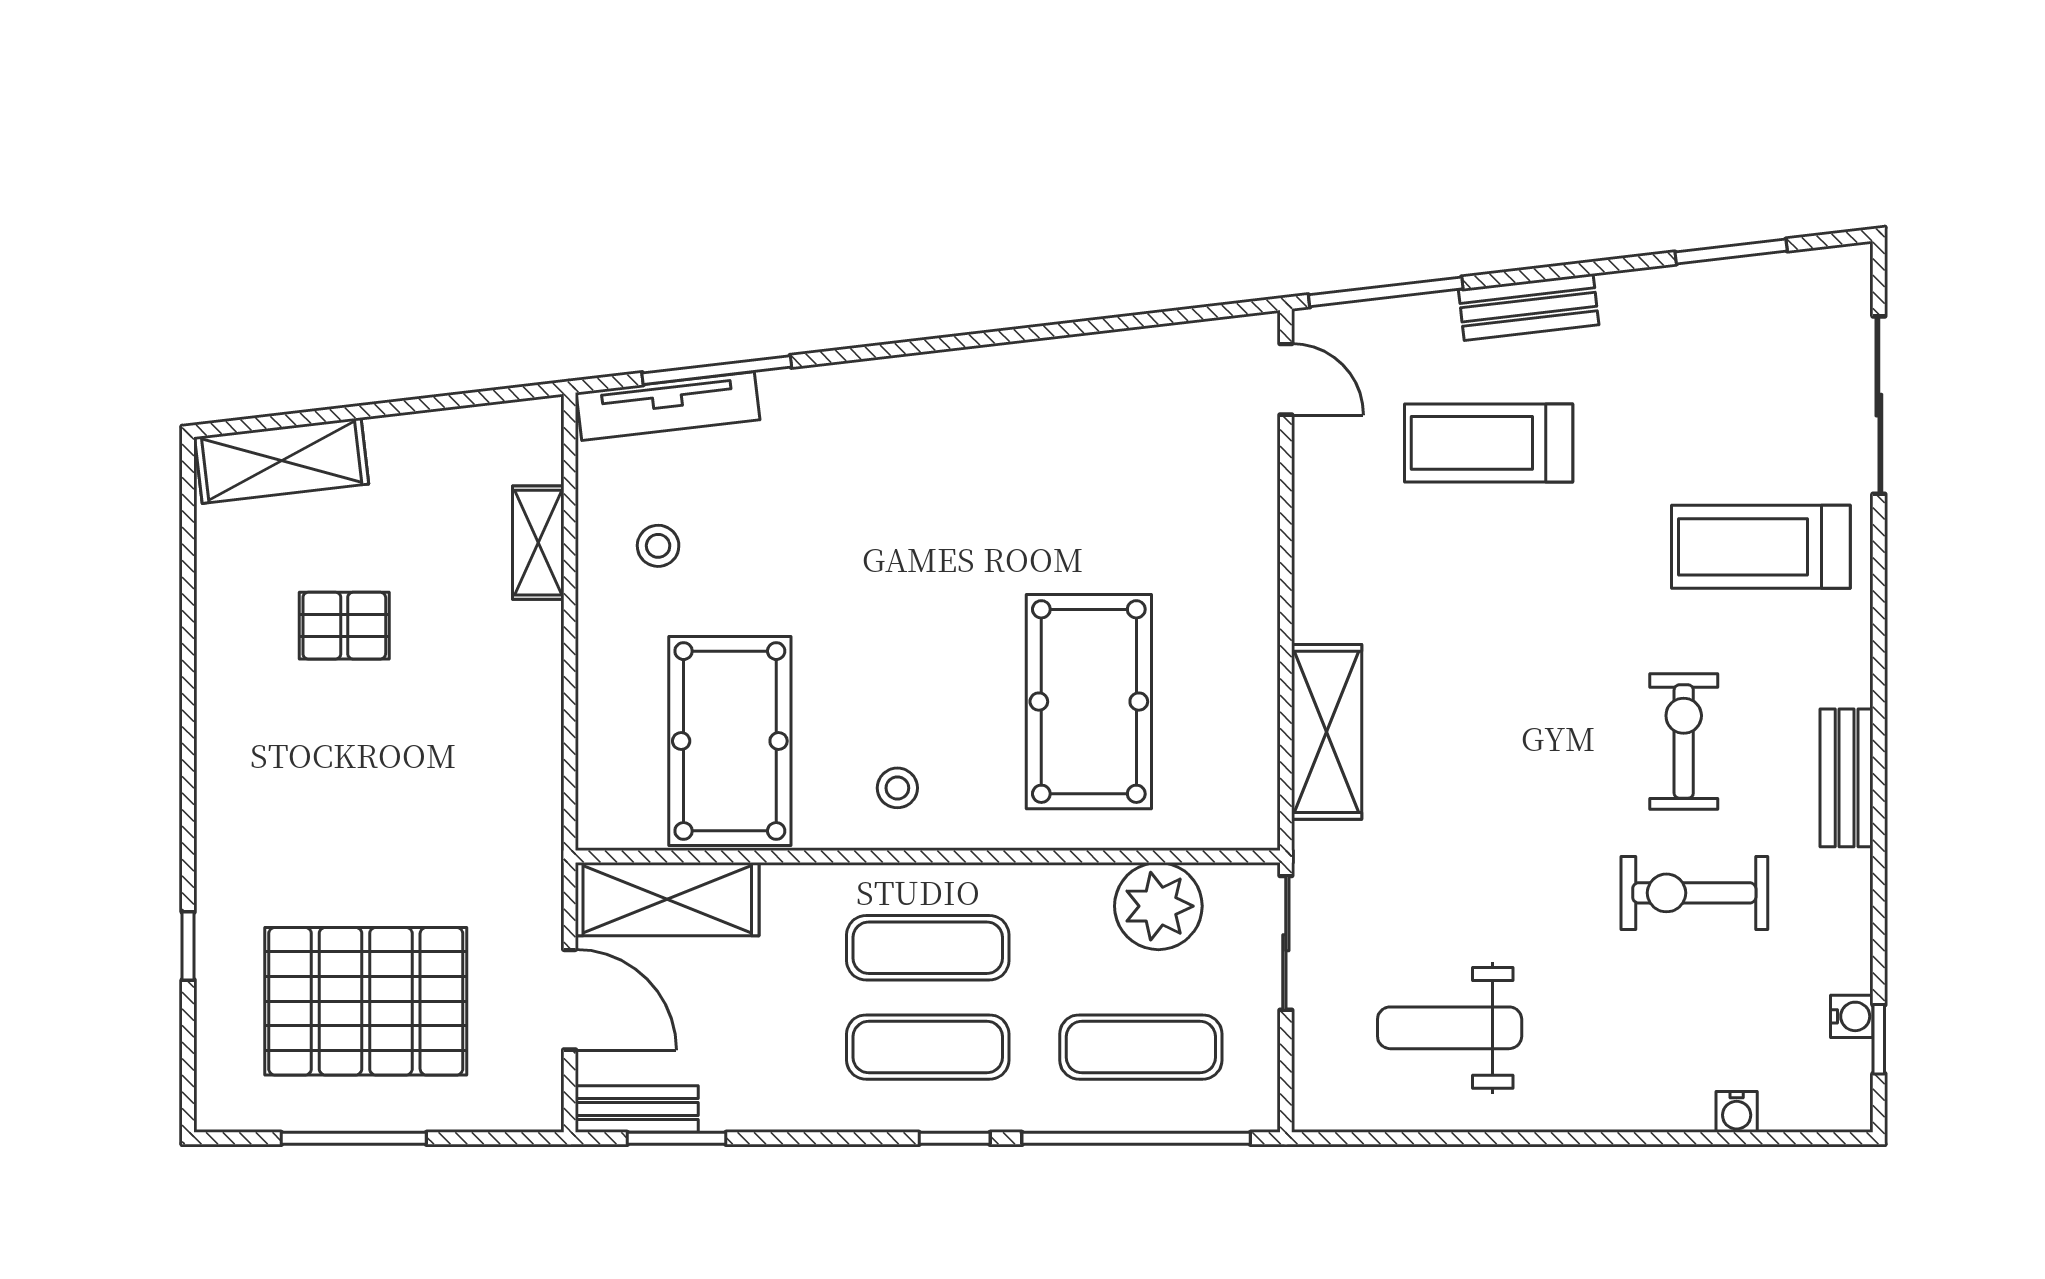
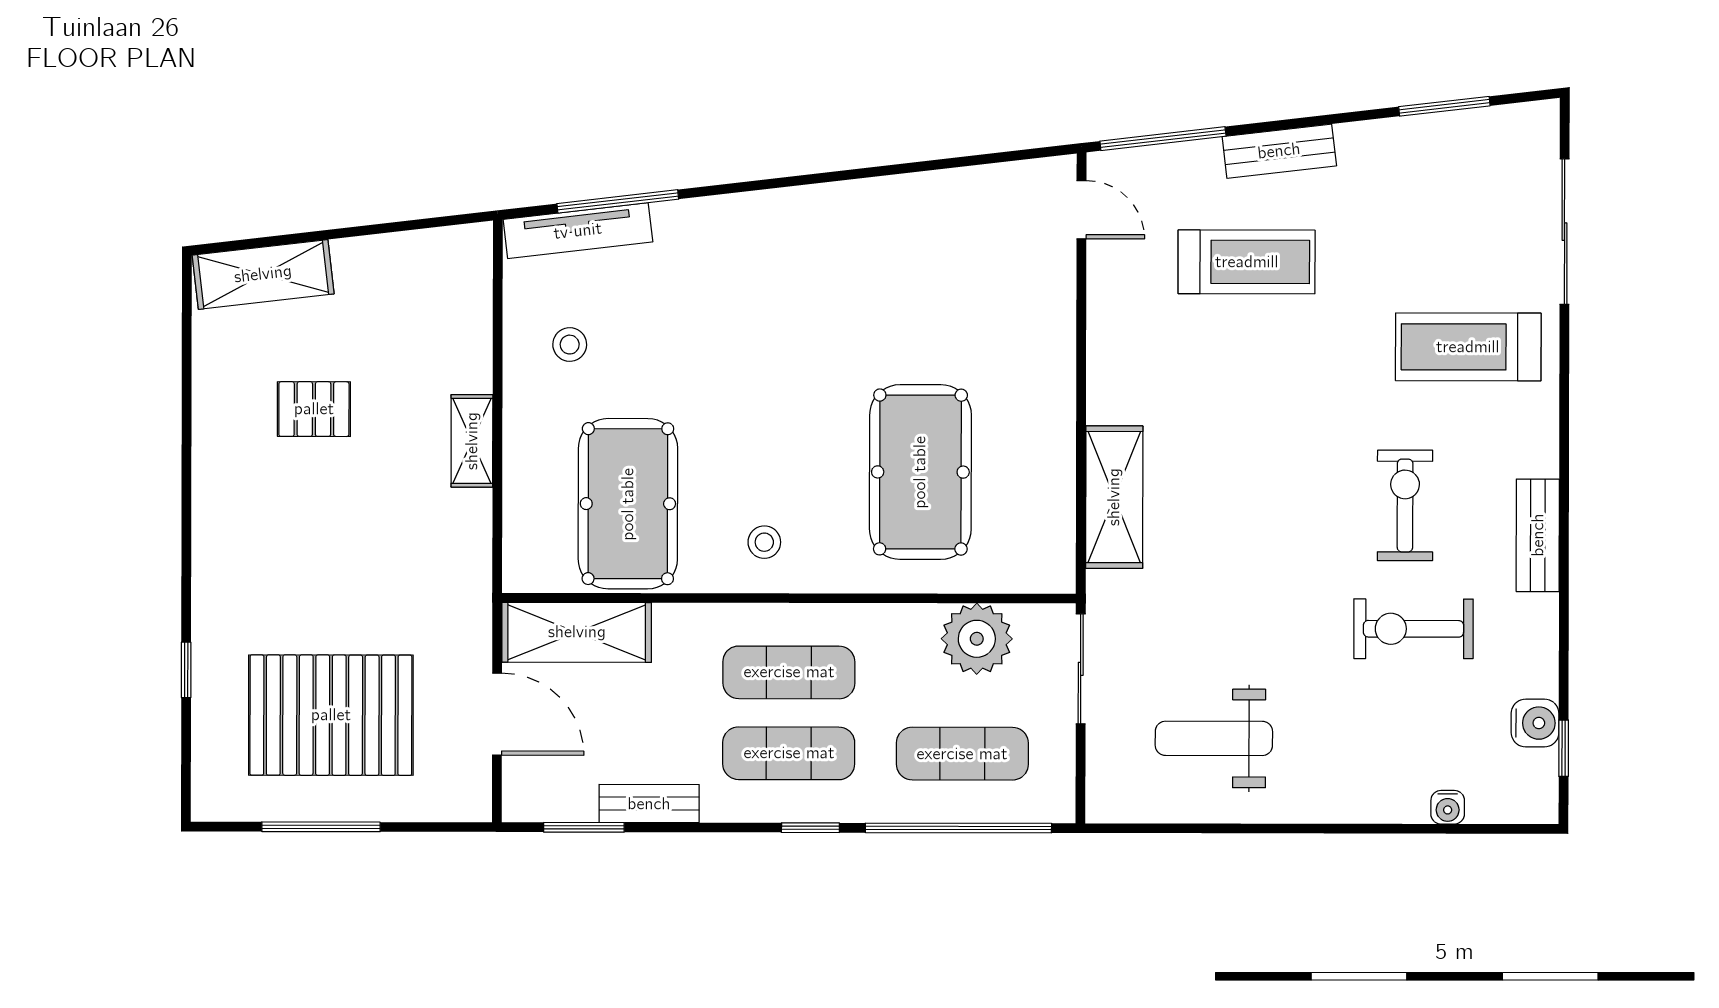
treadmill: (1489, 443) -> (1247, 262), turned 180
shelving: (538, 543) -> (472, 441), moved
water cooler: (1852, 1016) -> (1535, 723), width x1.38, depth x1.38
bench: (637, 1109) -> (649, 804), moved

